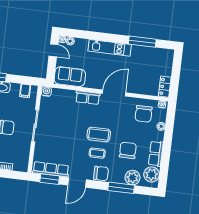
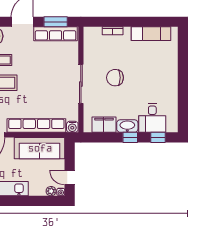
sofa: (70, 77) -> (40, 148), width x1.36
filing cabinet: (25, 91) -> (104, 125), width x2.00
row of seats: (88, 98) -> (36, 126), width x2.02

